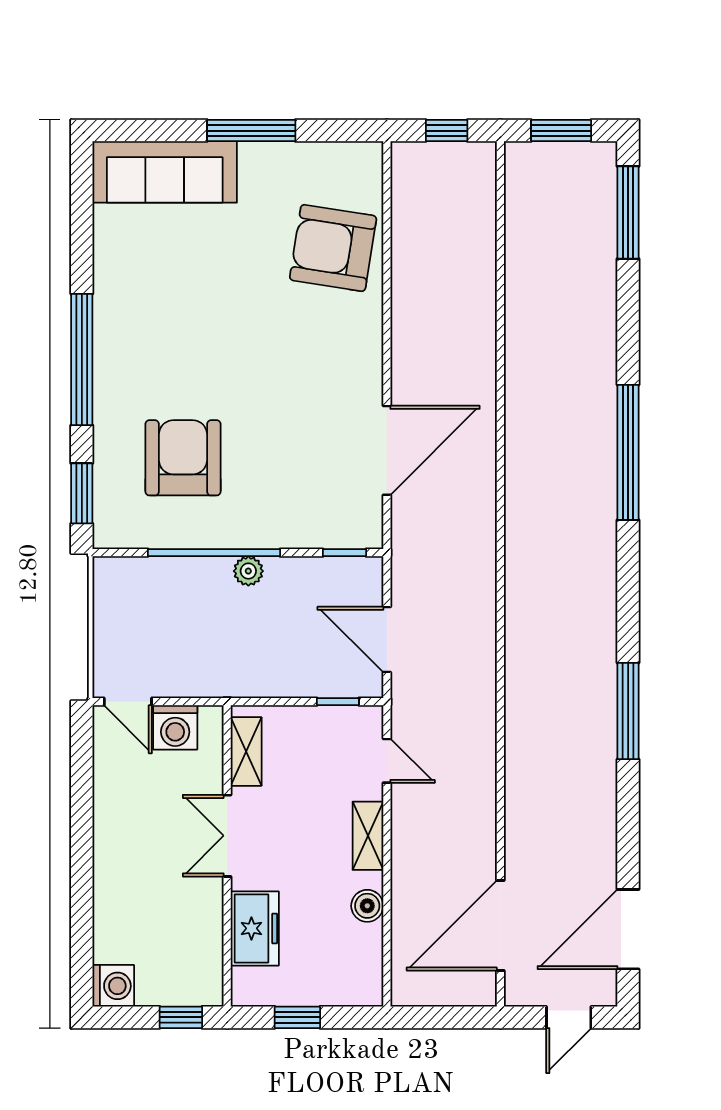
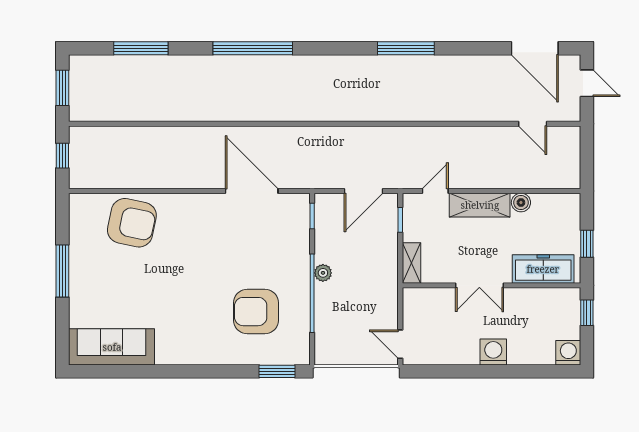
sofa: (165, 172) -> (112, 347), moved, turned -90
window: (628, 213) -> (141, 48), moved
armchair: (333, 248) -> (132, 223), turned -87
window: (82, 360) -> (198, 371), removed
door: (128, 702) -> (400, 344), swing flipped
washing machine: (175, 727) -> (493, 352), moved, turned -90
shelving: (246, 751) -> (411, 263), moved, turned 90
shelving: (368, 836) -> (480, 205), width x1.50, depth x1.33
door: (500, 926) -> (533, 124), width x0.53
freezer: (255, 928) -> (543, 269), width x1.40

